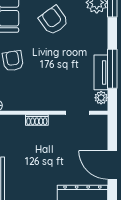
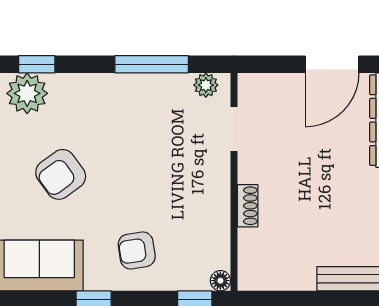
tv unit: (101, 72) -> (159, 86), removed

